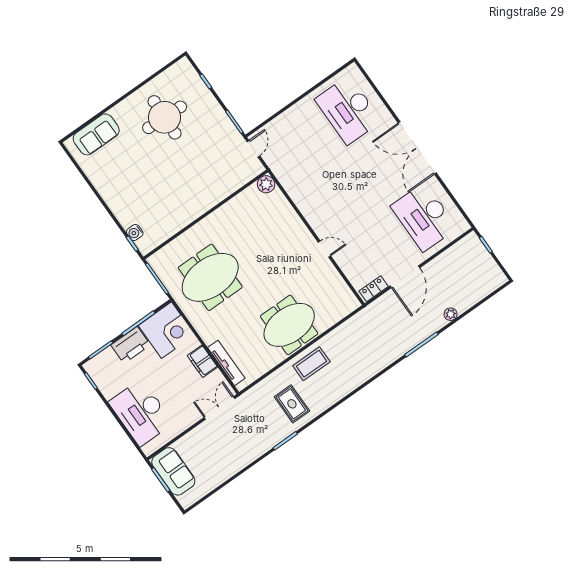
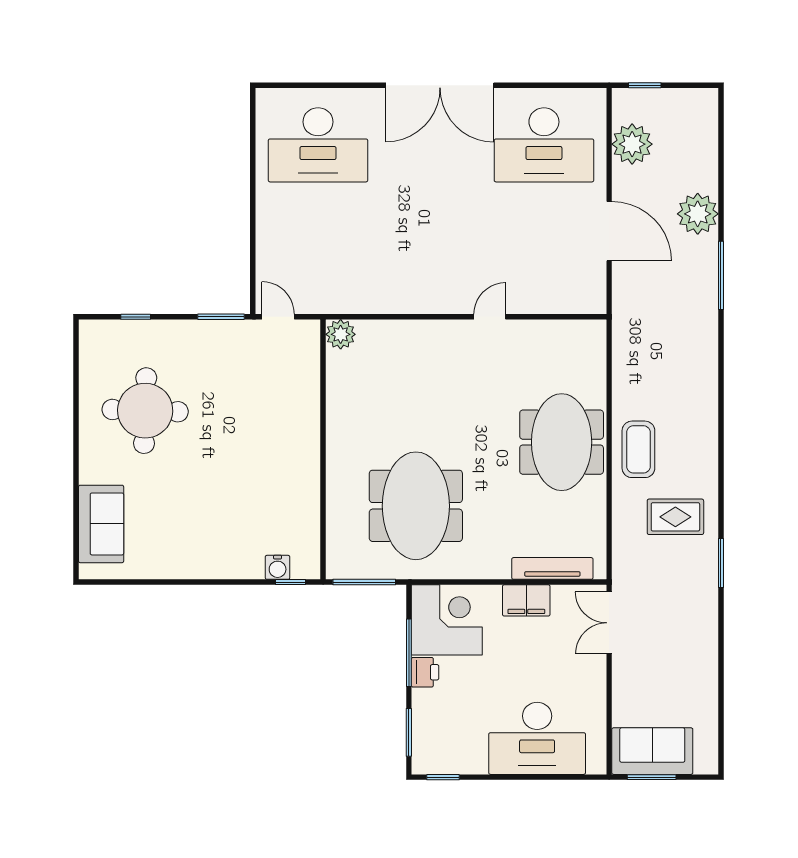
plant: (454, 258) -> (632, 144), added
locker: (374, 289) -> (595, 287), removed
plant: (451, 314) -> (698, 214), width x1.87, depth x1.87
printer: (131, 345) -> (425, 672), width x0.53, depth x0.68

